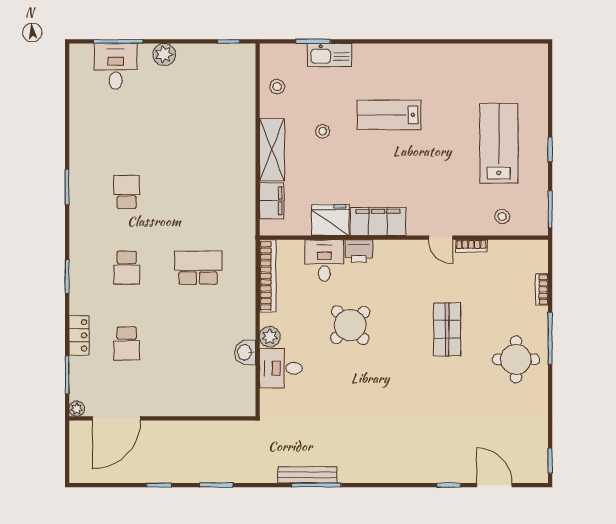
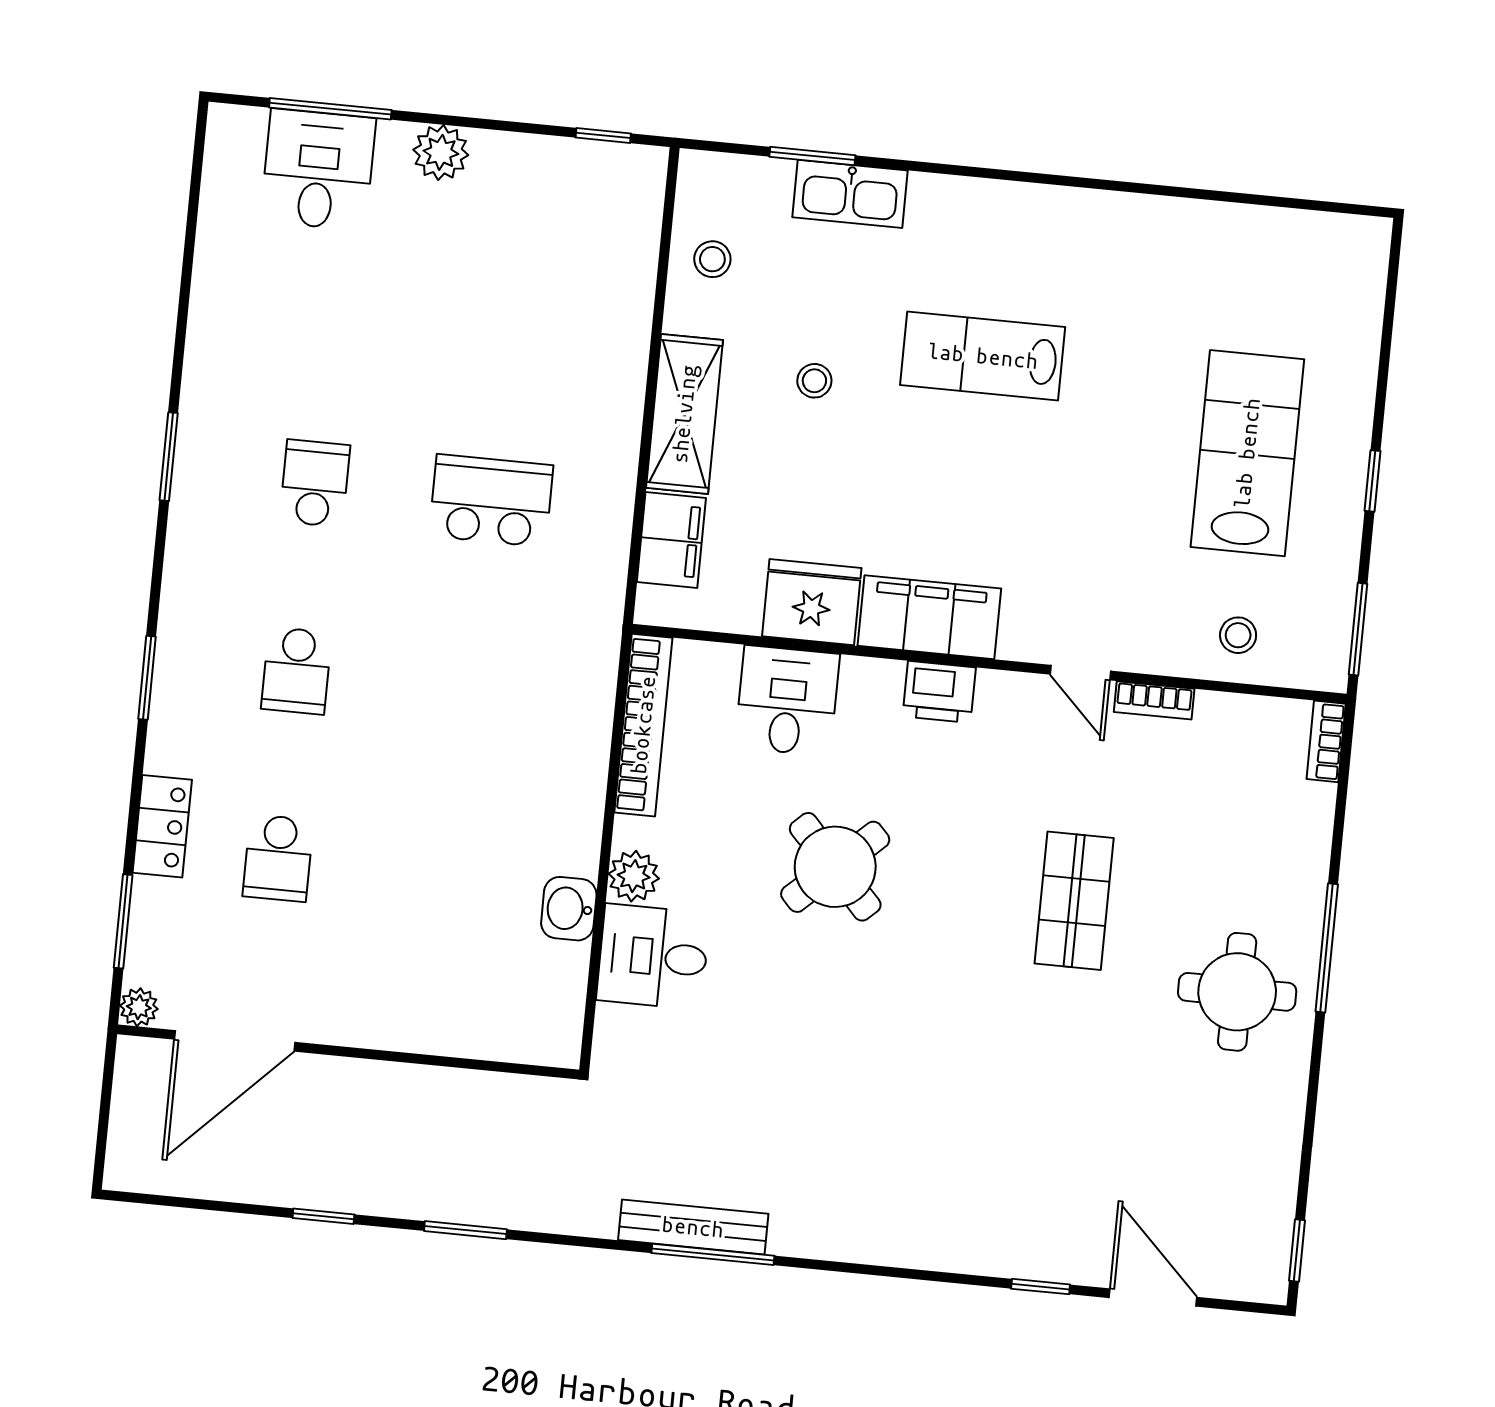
printer: (359, 251) -> (939, 692), moved
school desk: (198, 268) -> (491, 501), moved
bookcase: (542, 290) -> (1326, 741), moved

